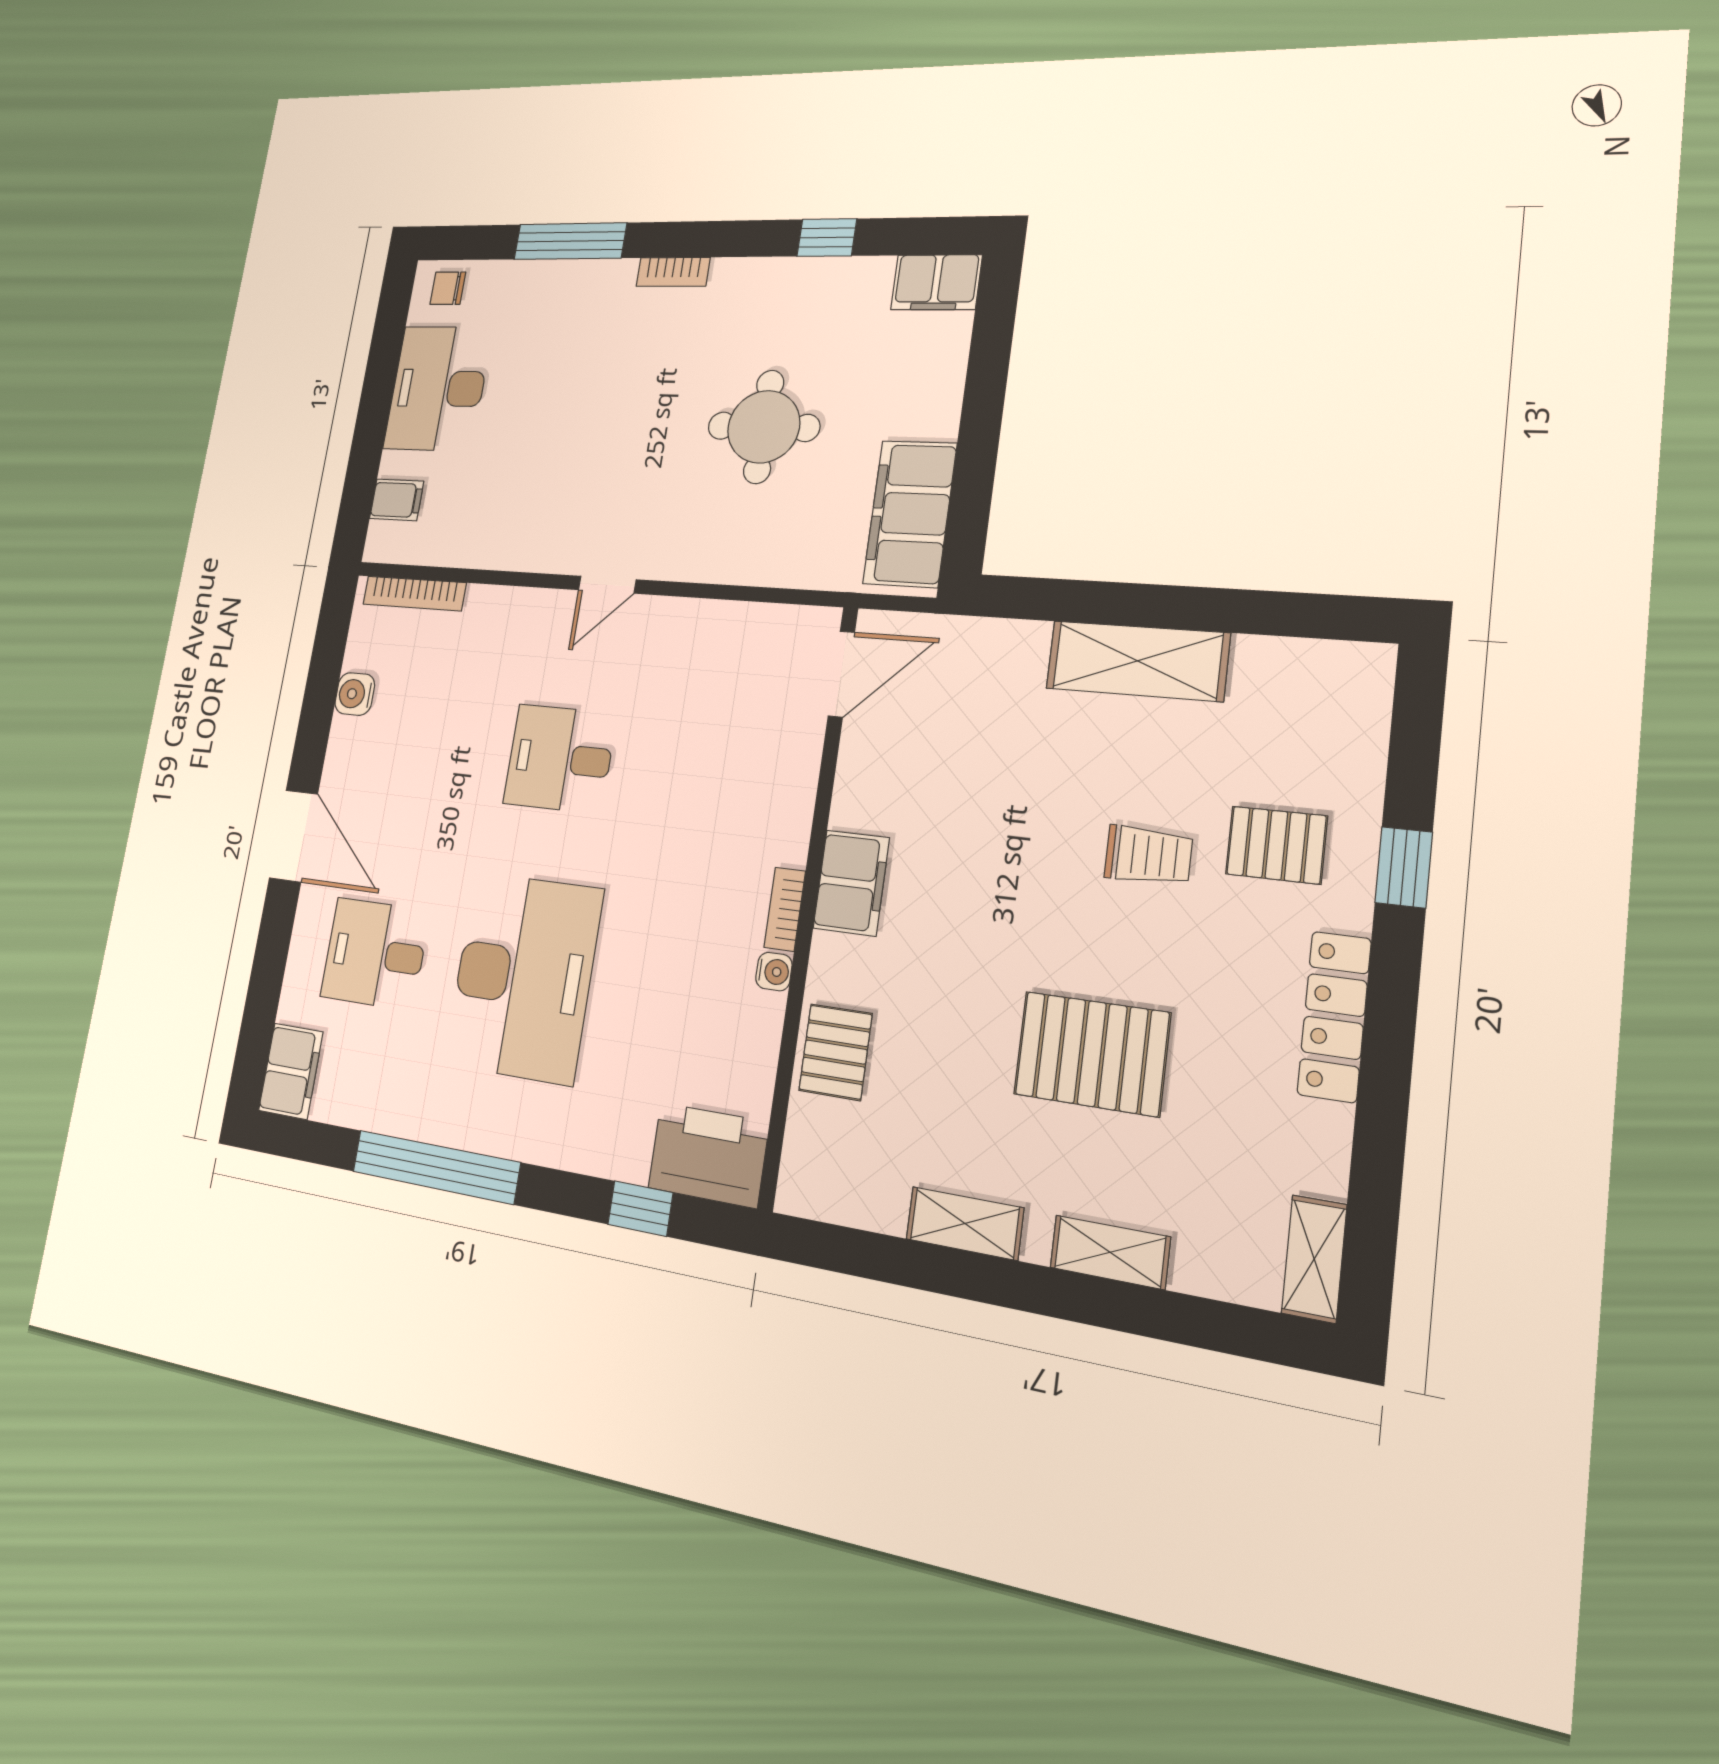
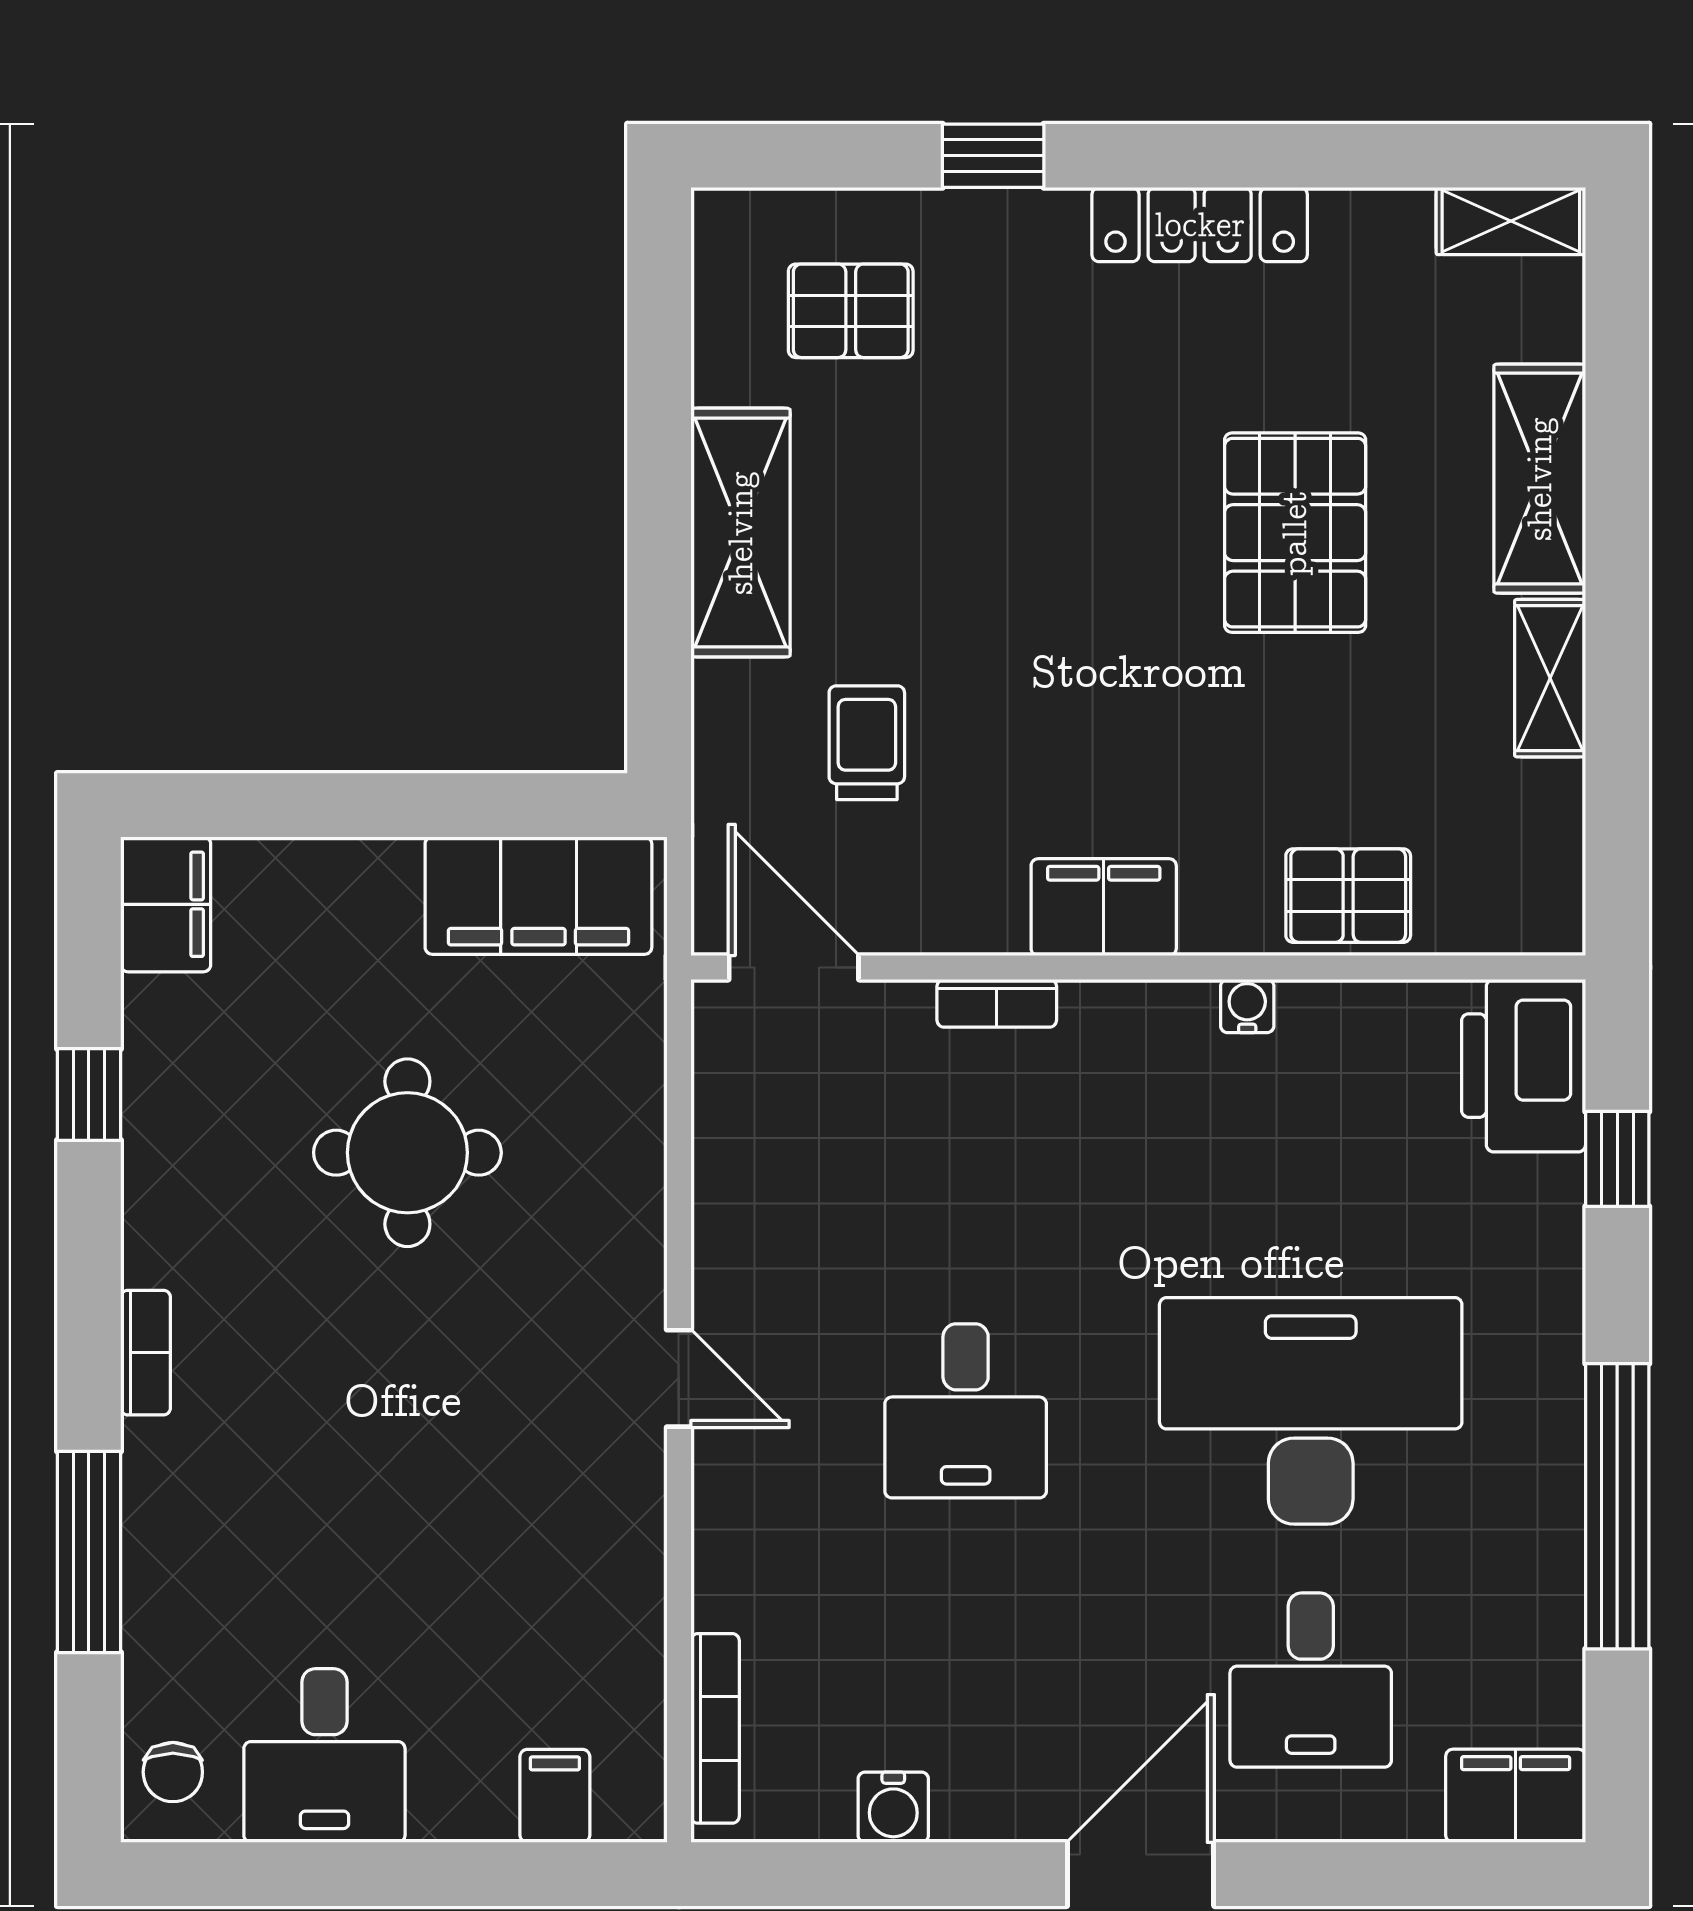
desk: (438, 388) -> (324, 1756), width x0.73
pallet: (1276, 845) -> (851, 311), moved, turned 90
trolley: (1148, 855) -> (867, 743), moved
bookcase: (785, 909) -> (997, 1003), moved
shelving: (1110, 1252) -> (1540, 479), width x1.50, depth x1.33

